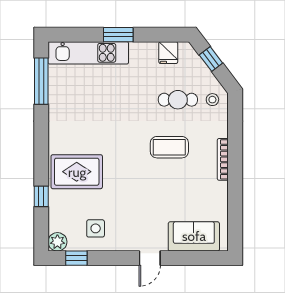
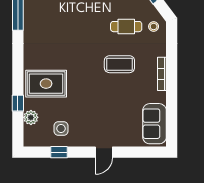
sofa: (194, 236) -> (154, 124), moved, turned -90
plant: (57, 242) -> (31, 117), moved
window: (76, 258) -> (59, 152), moved

